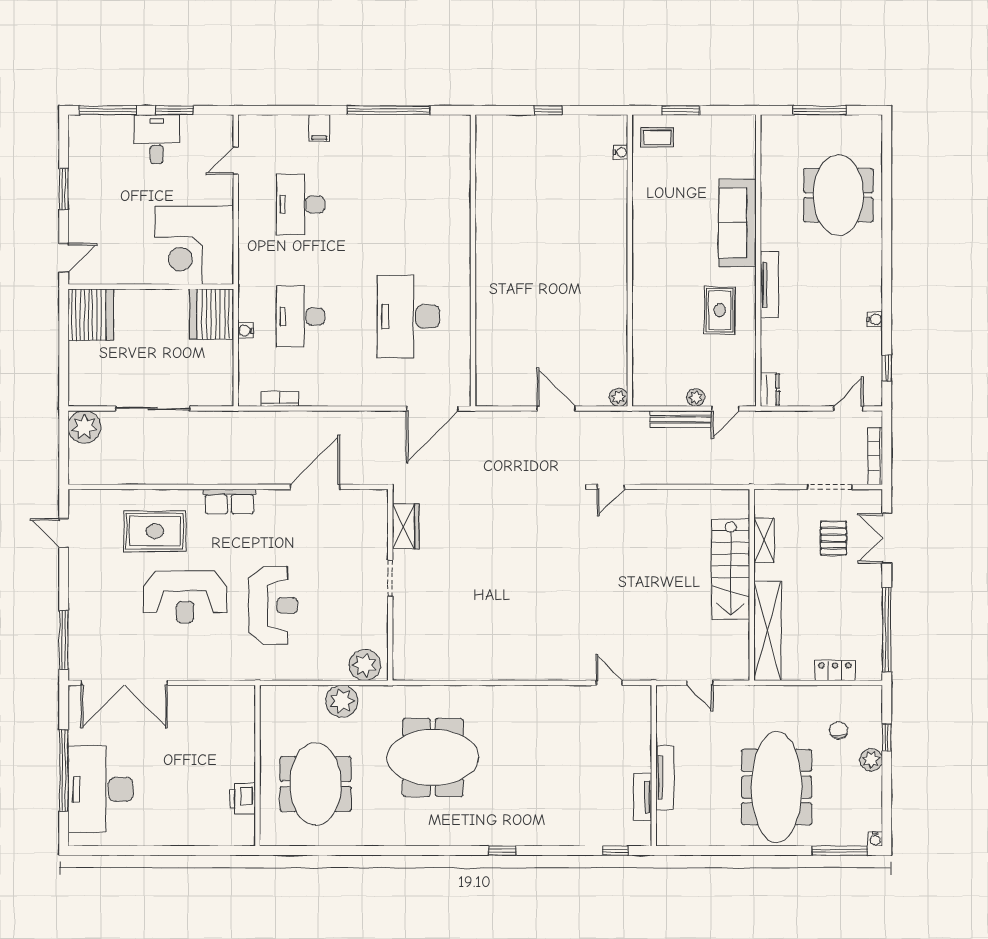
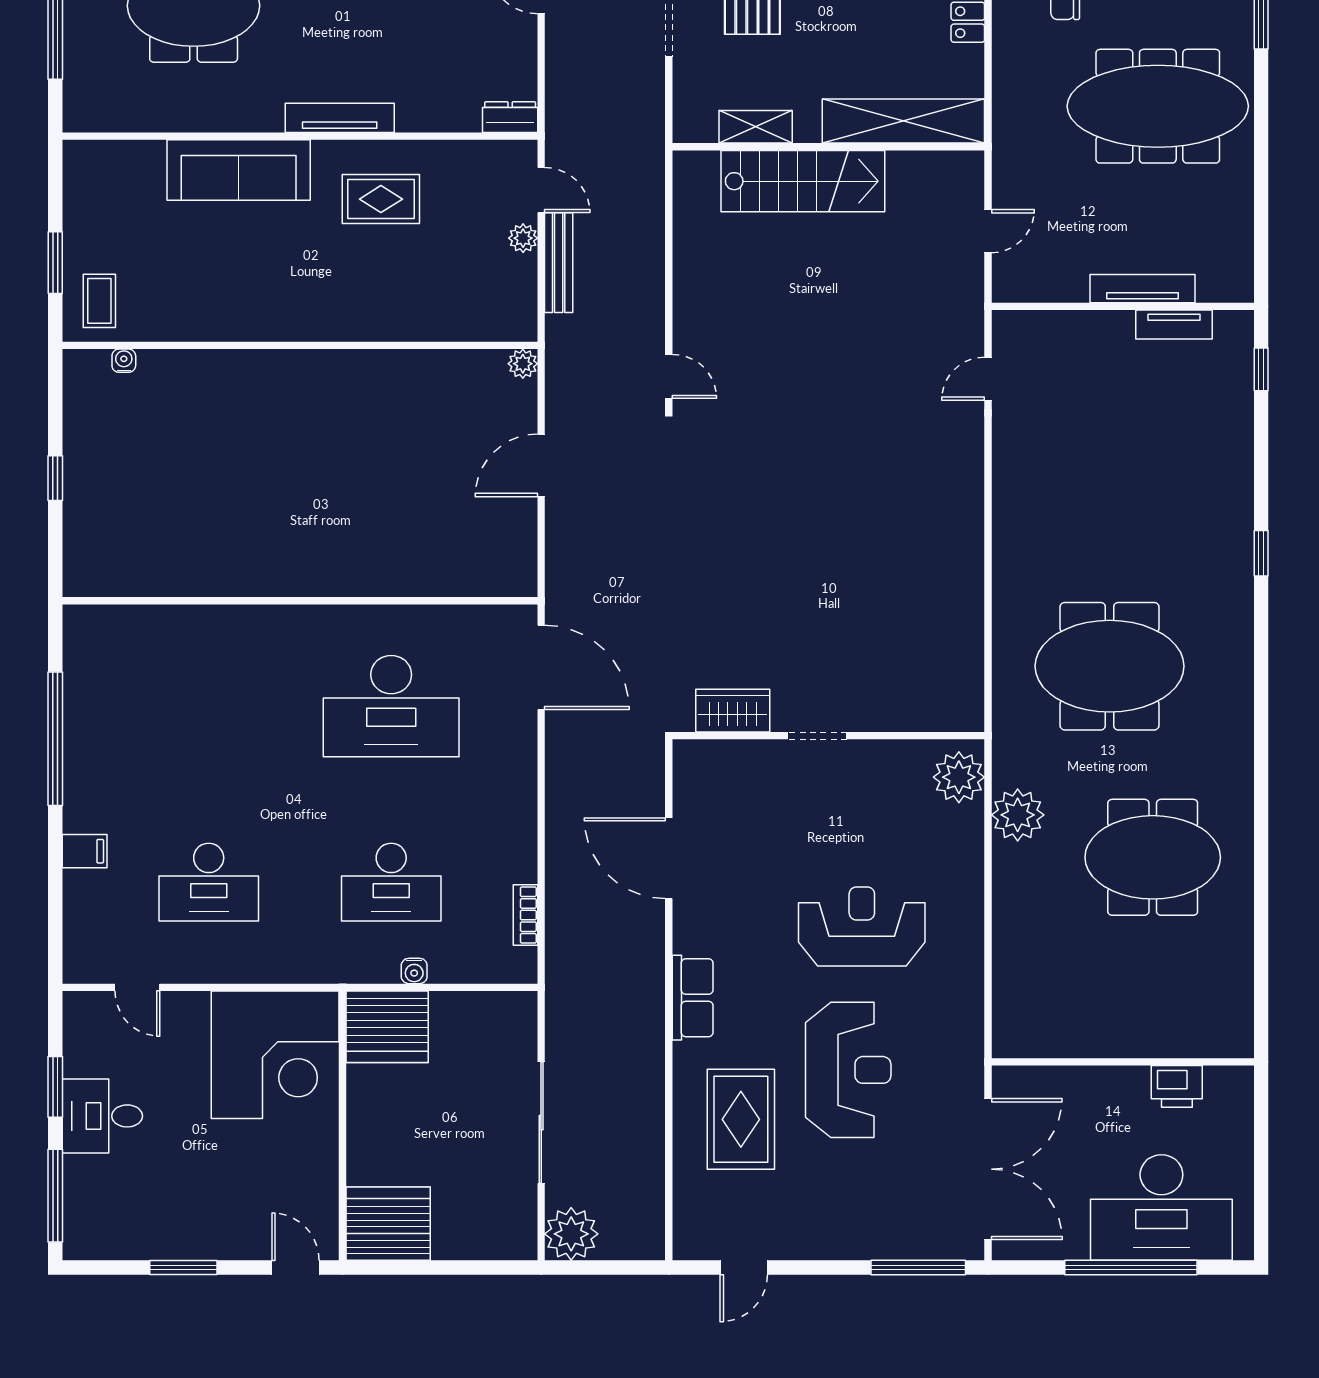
meeting table: (433, 757) -> (1110, 666), turned 90
wall: (257, 766) -> (1123, 1062), moved
printer: (242, 799) -> (1177, 1086), moved

